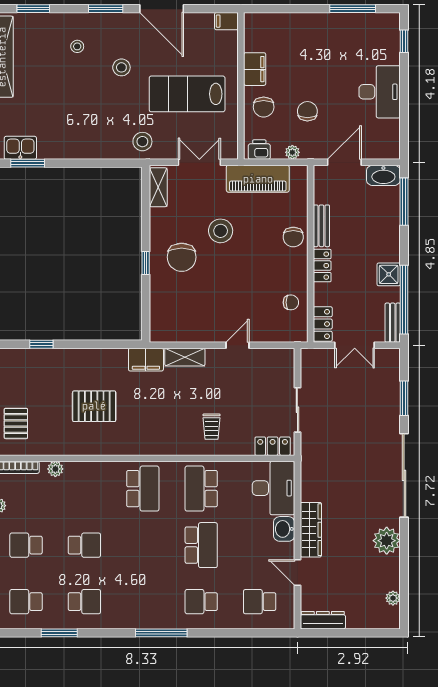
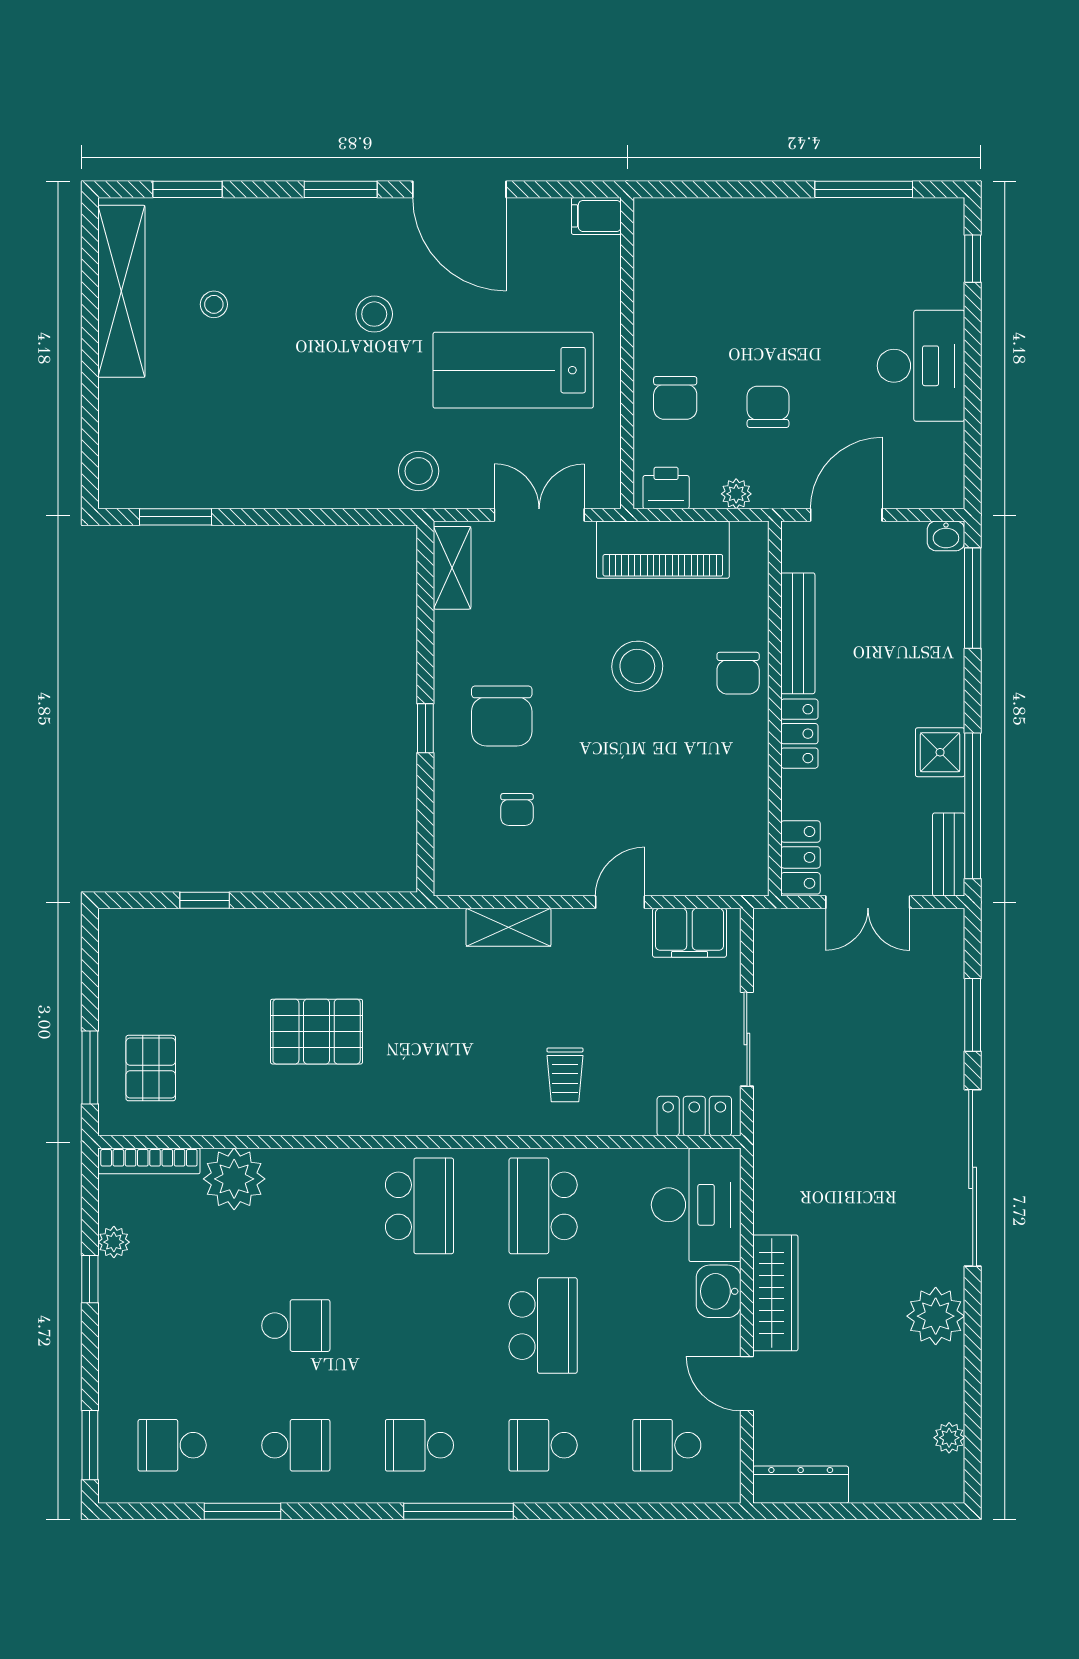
stool: (77, 46) -> (214, 304), moved
filing cabinet: (255, 69) -> (656, 317), removed
kitchen sink: (20, 148) -> (160, 484), removed
washbasin: (383, 175) -> (946, 536), width x0.52, depth x0.69
bench: (321, 226) -> (798, 633), width x1.36
stool: (221, 231) -> (637, 666), moved
chair: (291, 302) -> (517, 810), moved, turned 90
filing cabinet: (146, 360) -> (689, 933), moved
plant: (55, 469) -> (234, 1179), width x1.88, depth x1.88
school desk: (26, 545) -> (419, 1445), moved

